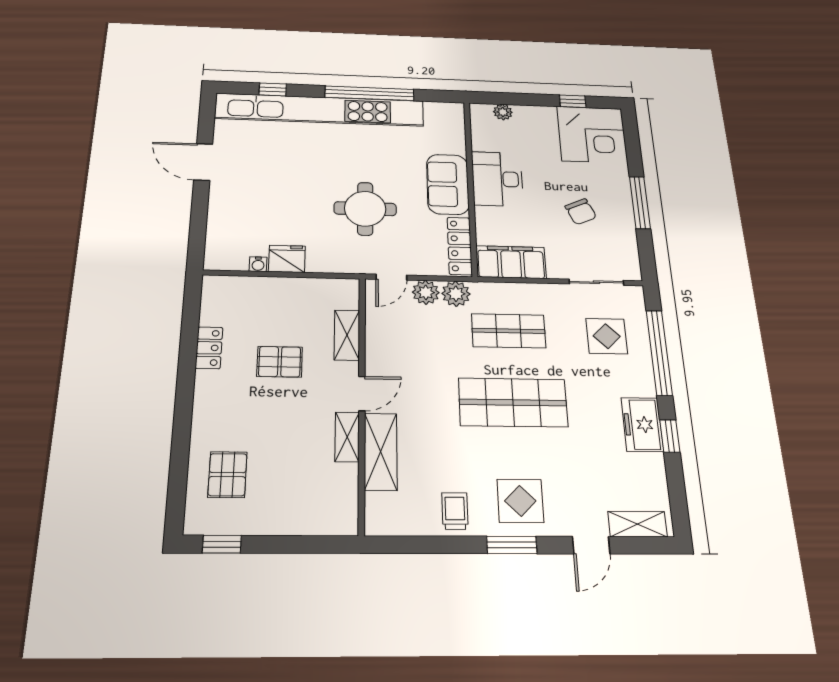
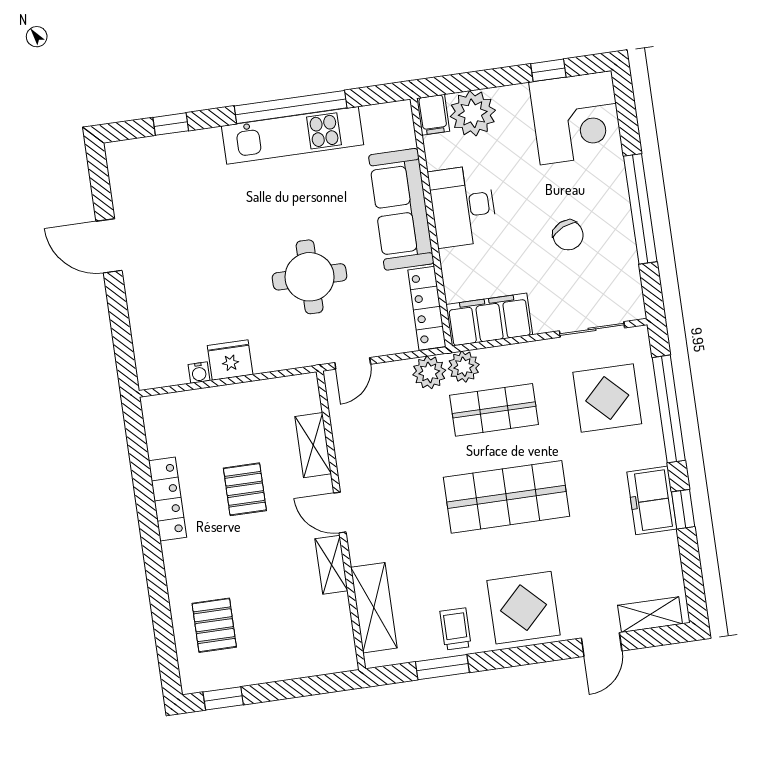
kitchen unit: (320, 110) -> (293, 135), width x0.54
plant: (503, 112) -> (473, 113), width x1.88, depth x1.88
filing cabinet: (481, 115) -> (433, 115), added
sofa: (448, 184) -> (401, 209), width x1.36
window: (640, 203) -> (640, 209), width x1.46
plant: (426, 292) -> (464, 367), moved
display table: (607, 336) -> (607, 398), width x1.36, depth x1.36
locker: (209, 348) -> (168, 499), width x1.53
pallet: (280, 362) -> (245, 489), turned 90
door: (362, 394) -> (340, 513), swing flipped
shelving: (381, 452) -> (374, 608), moved
display table: (520, 501) -> (524, 608), width x1.36, depth x1.36
window: (512, 545) -> (442, 667), moved

